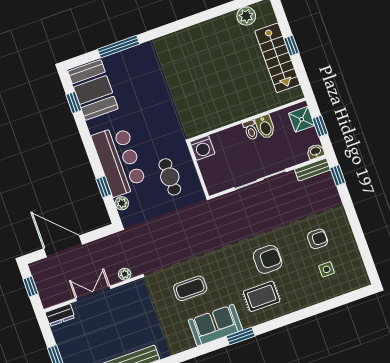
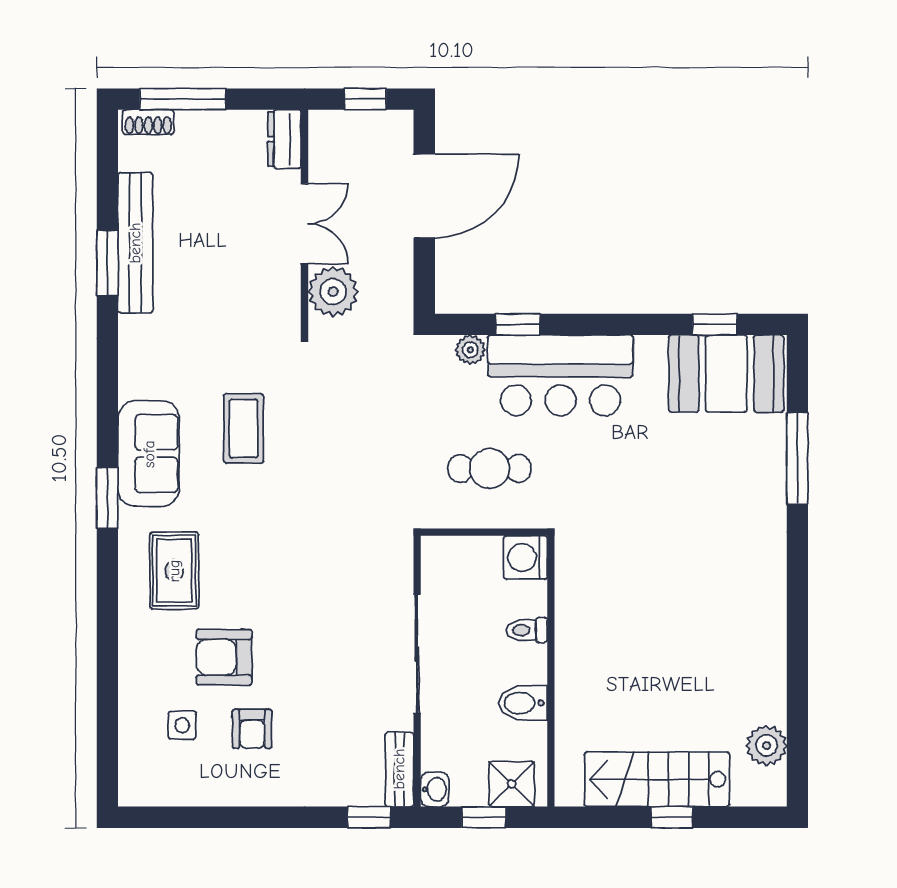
toilet: (251, 130) -> (527, 630), moved
armchair: (268, 259) -> (224, 657), moved, turned 90
plant: (125, 274) -> (333, 292), width x1.88, depth x1.88

